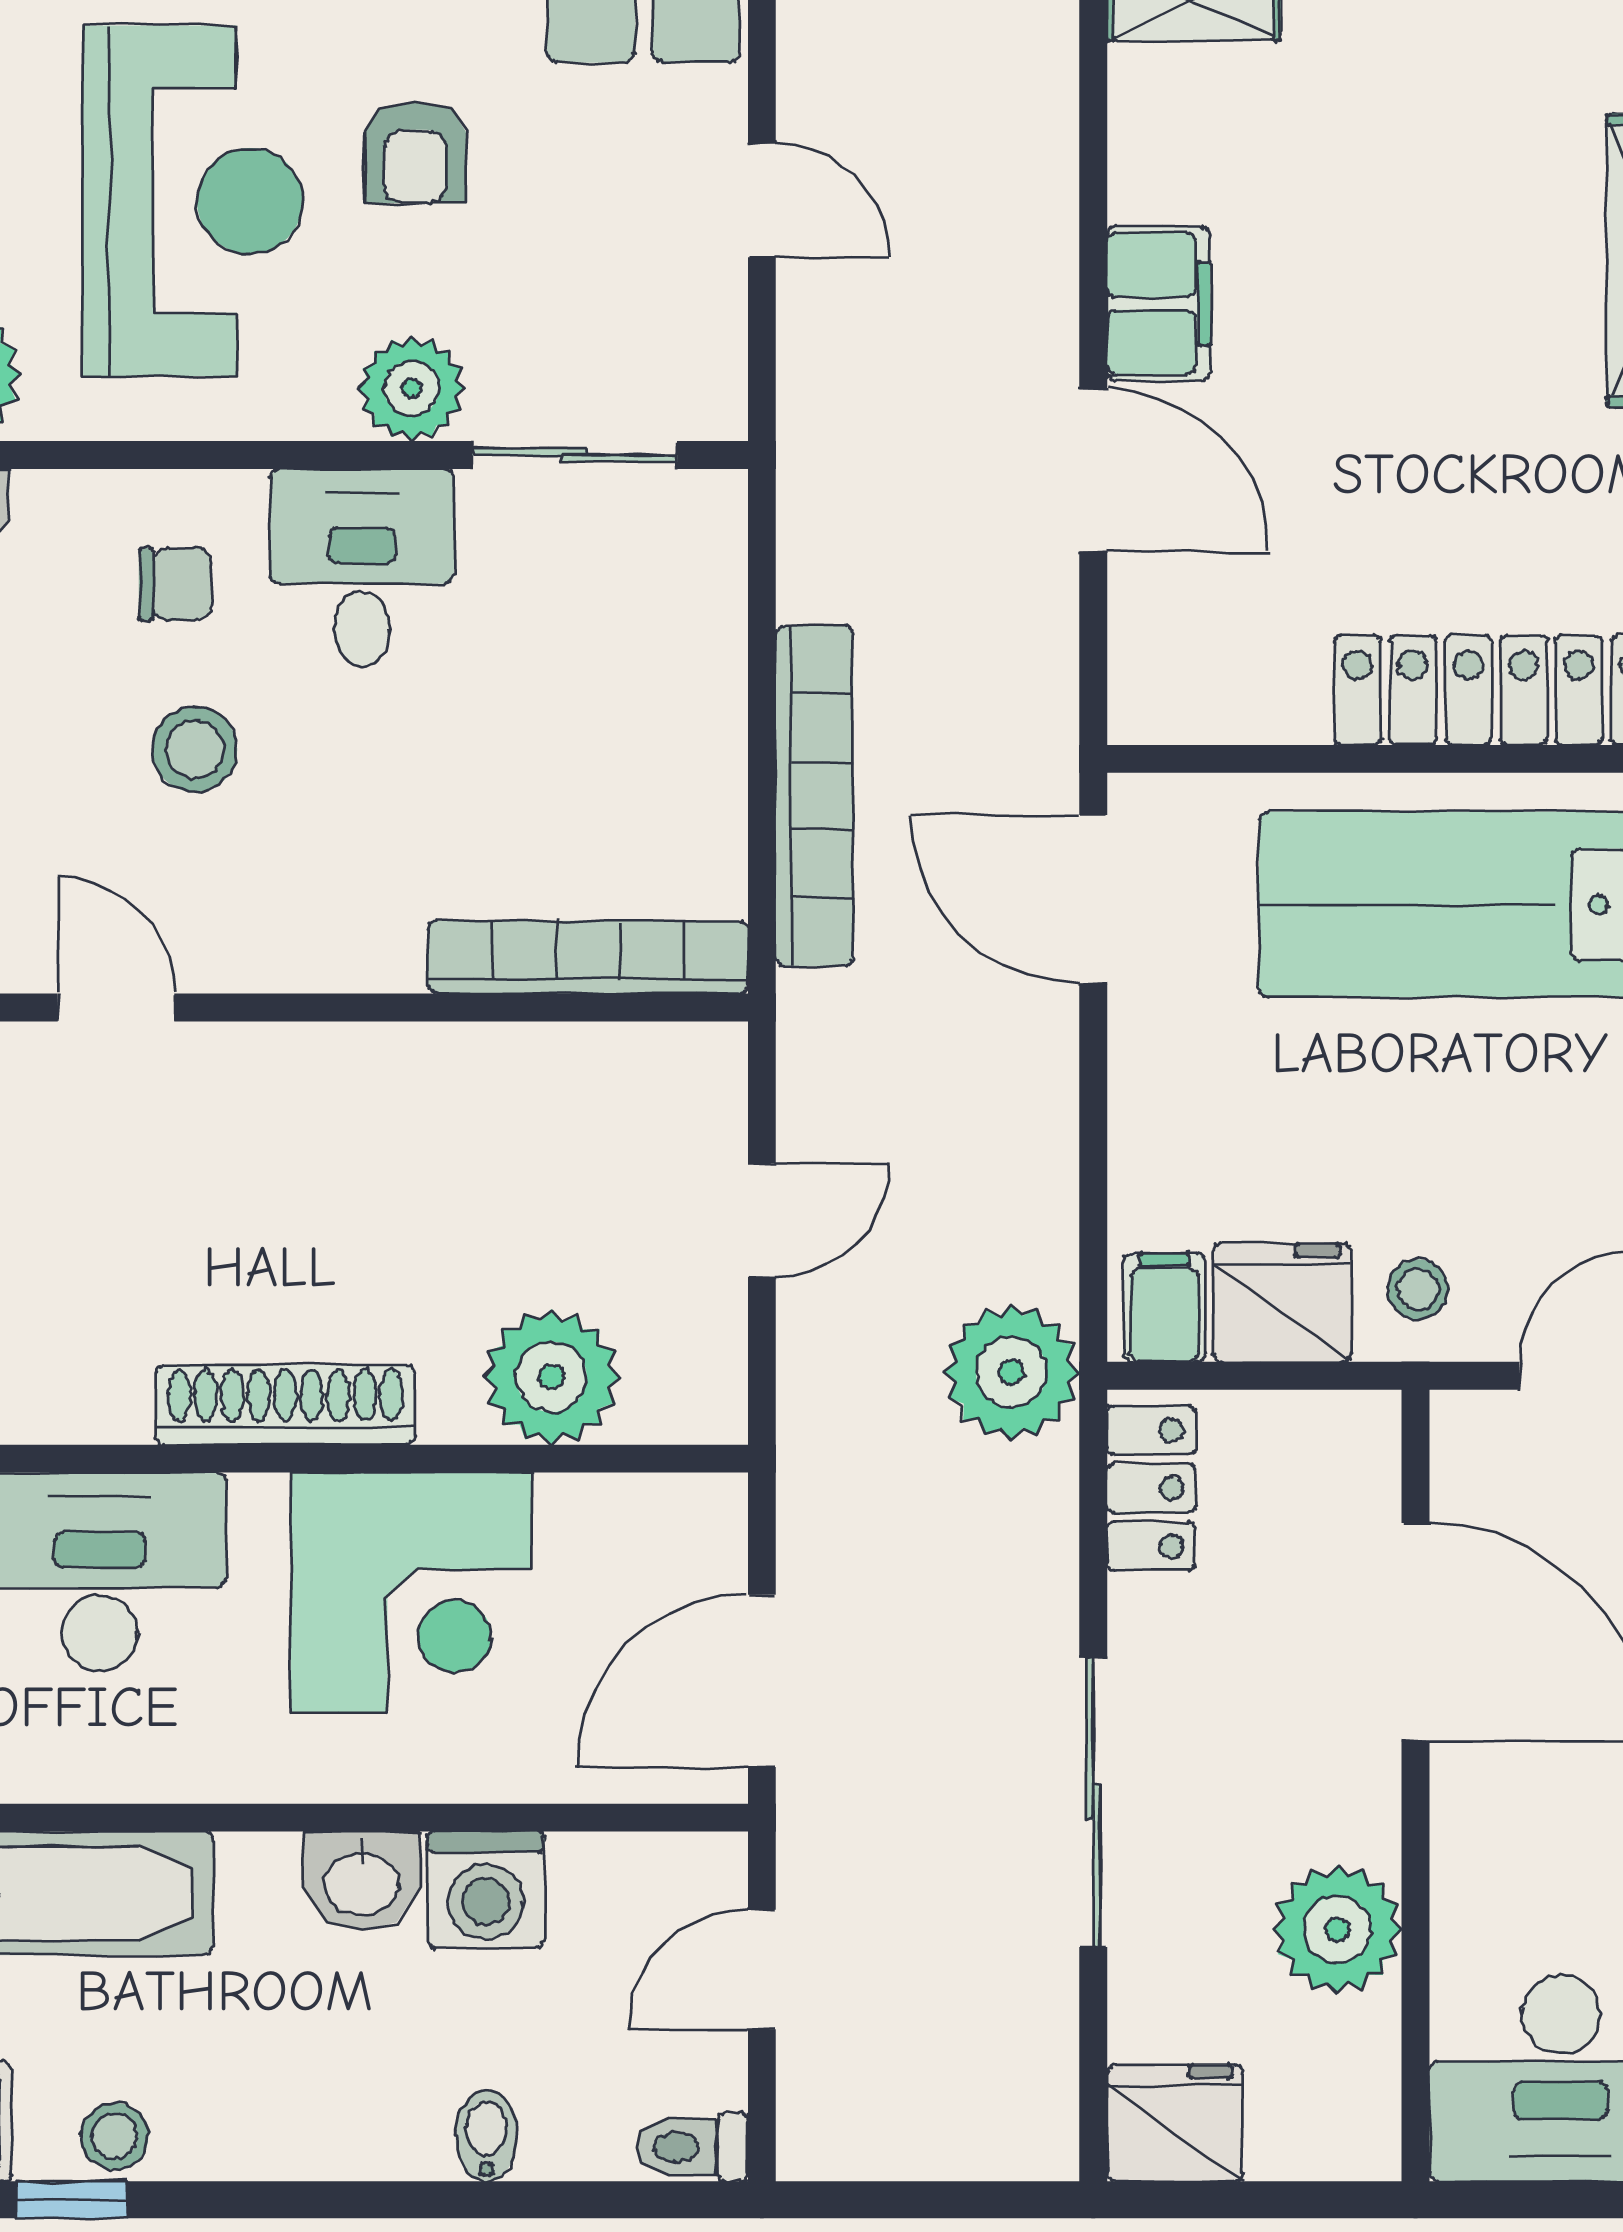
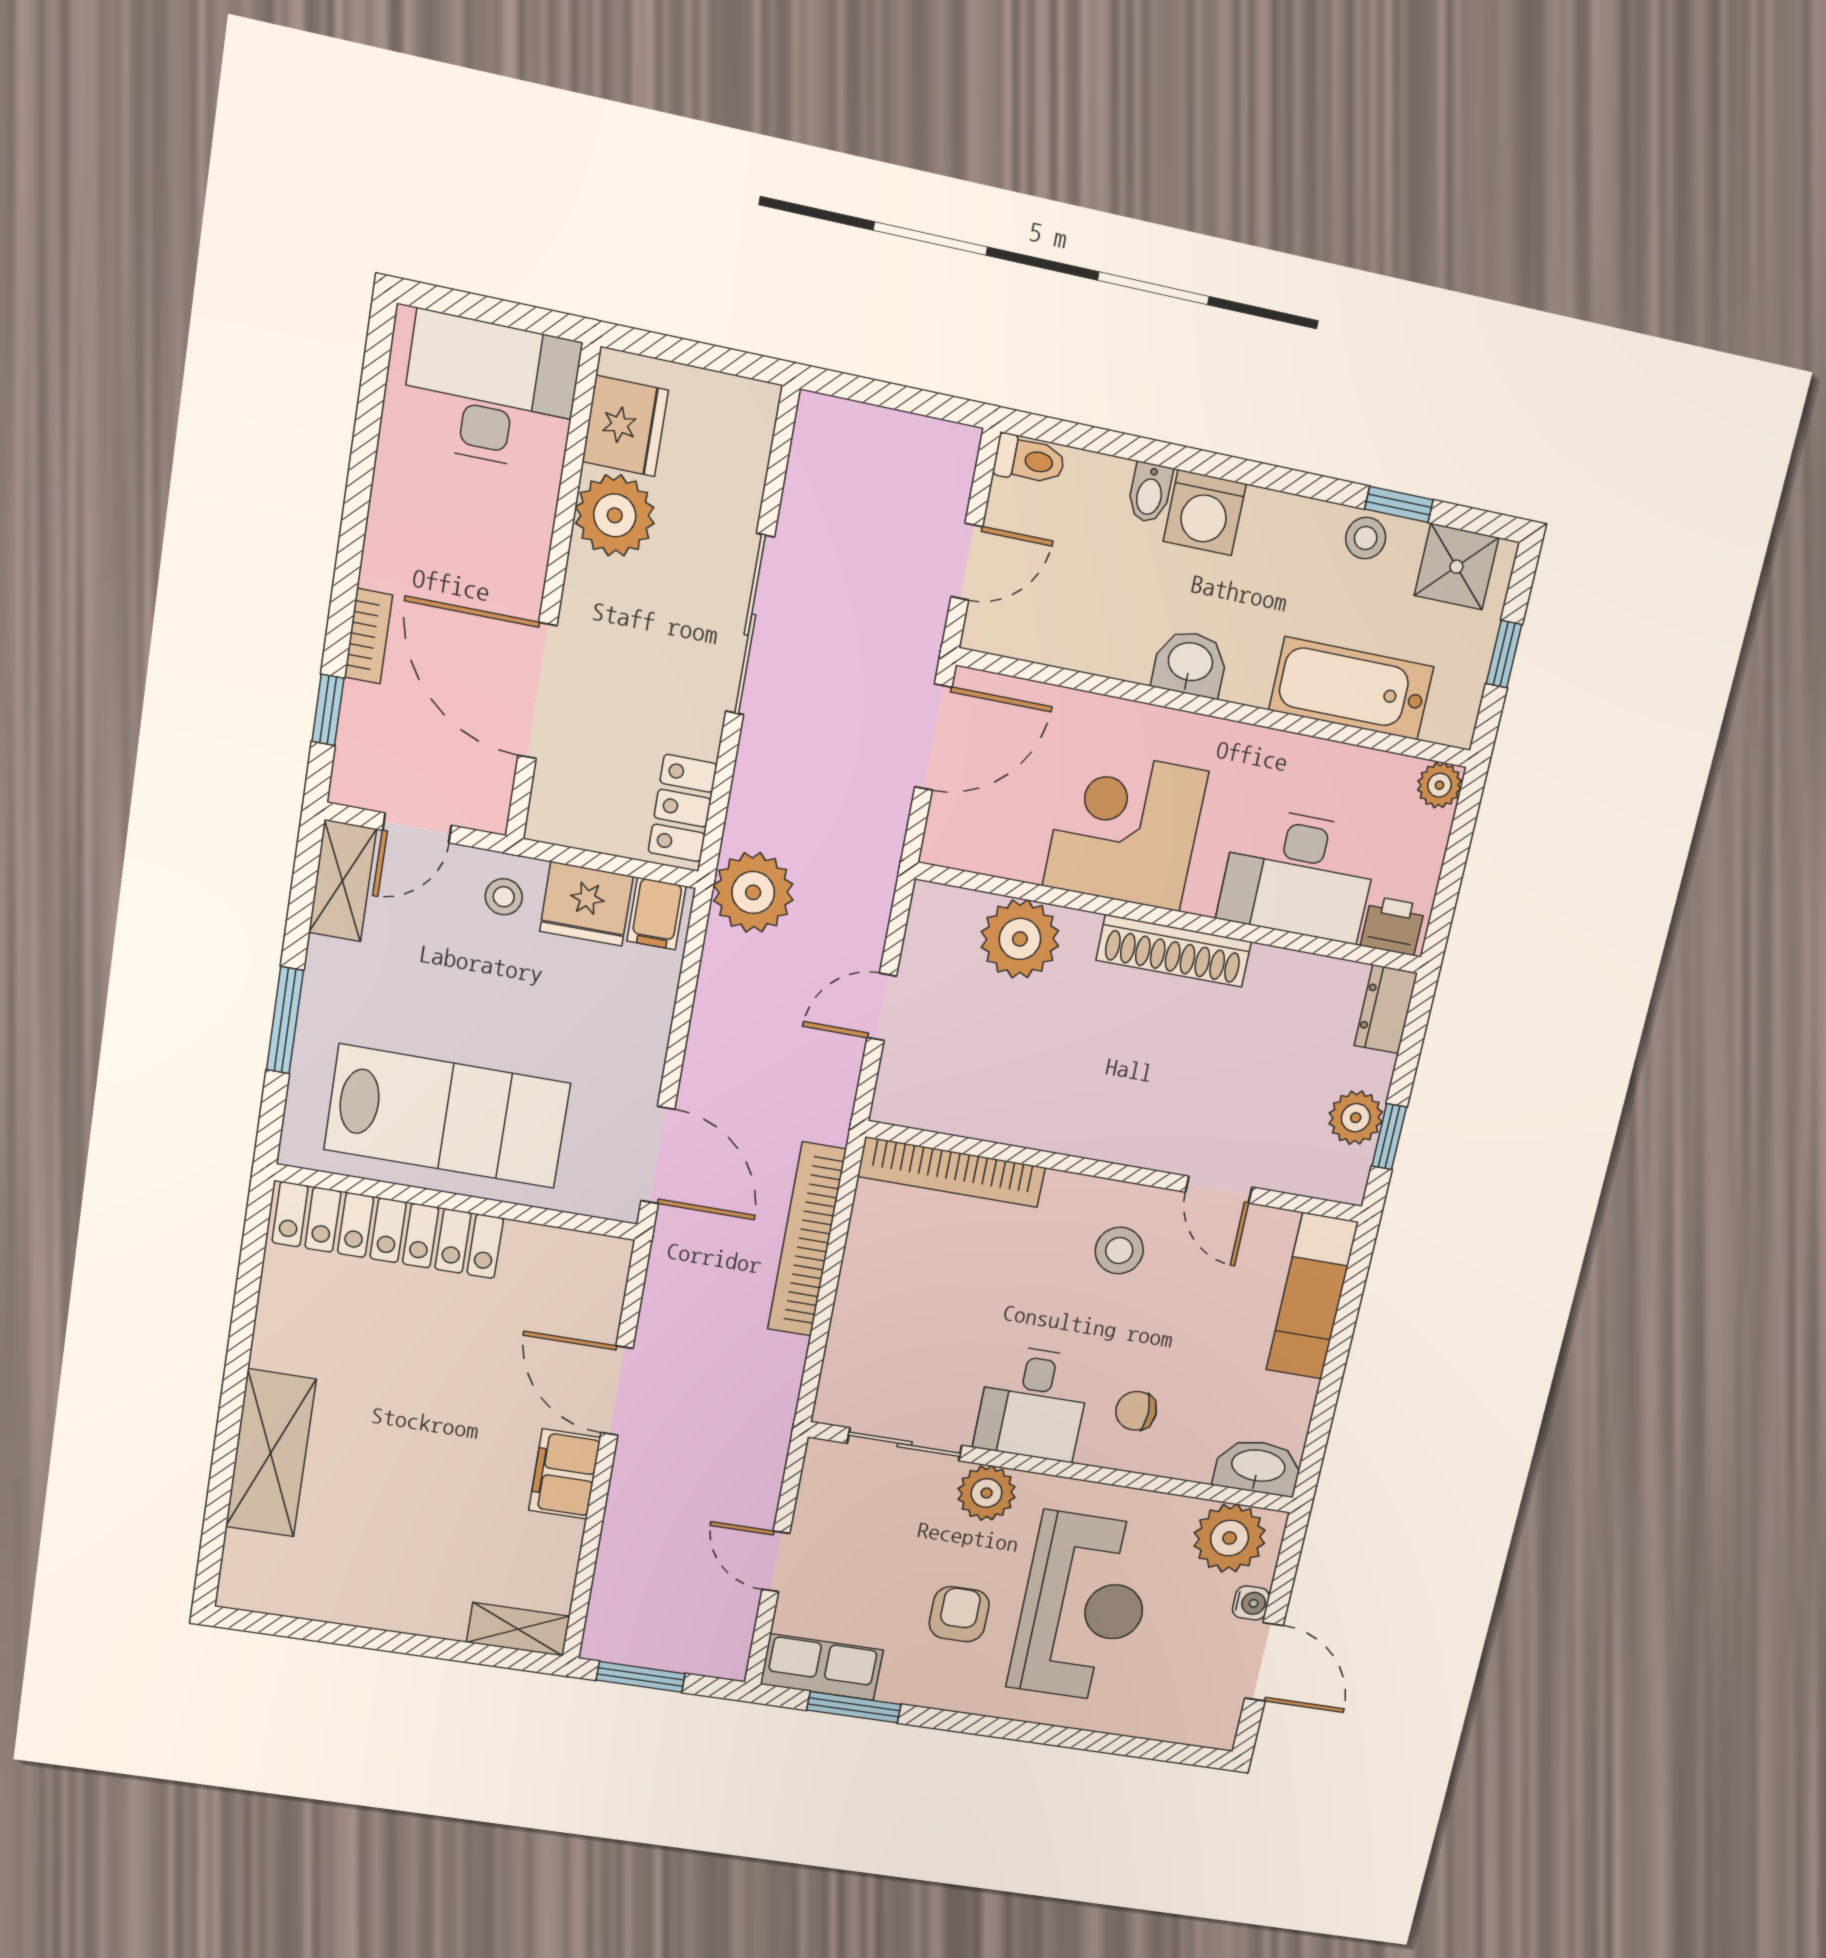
reception desk: (193, 201) -> (1083, 1607), turned 180
stool: (195, 750) -> (1119, 1250), moved
washing machine: (486, 1890) -> (1205, 513), moved, turned 180
fridge: (1175, 2123) -> (625, 426), moved, turned -90

